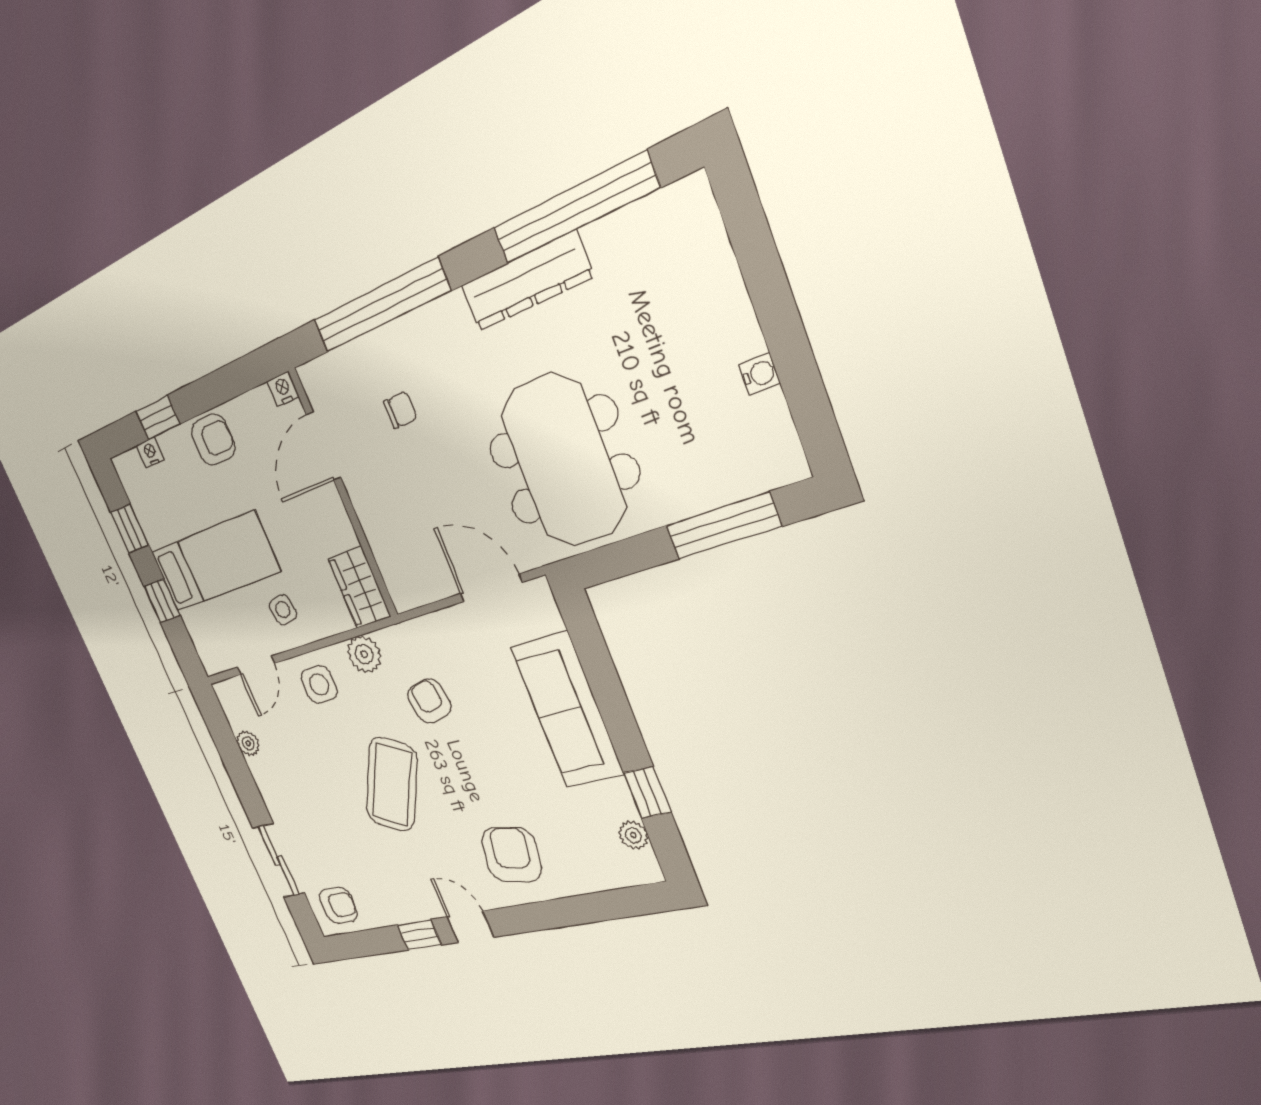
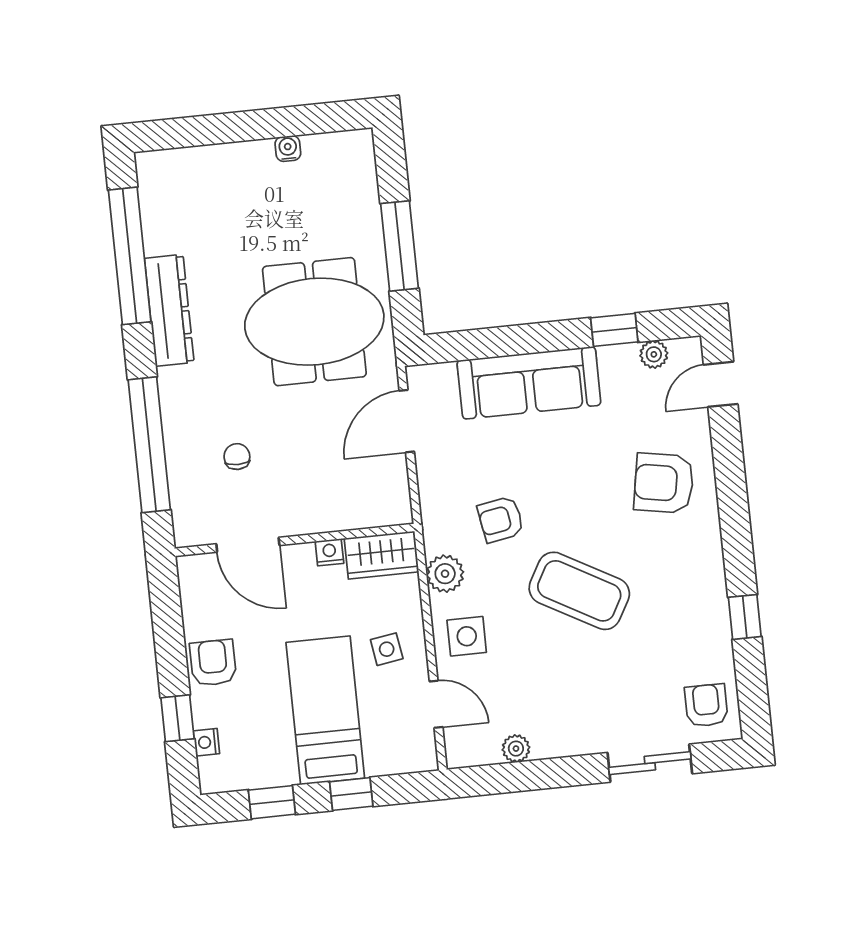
nightstand: (283, 389) -> (329, 552), moved, turned 90
window: (723, 526) -> (399, 246), moved
door: (470, 927) -> (721, 384), moved

